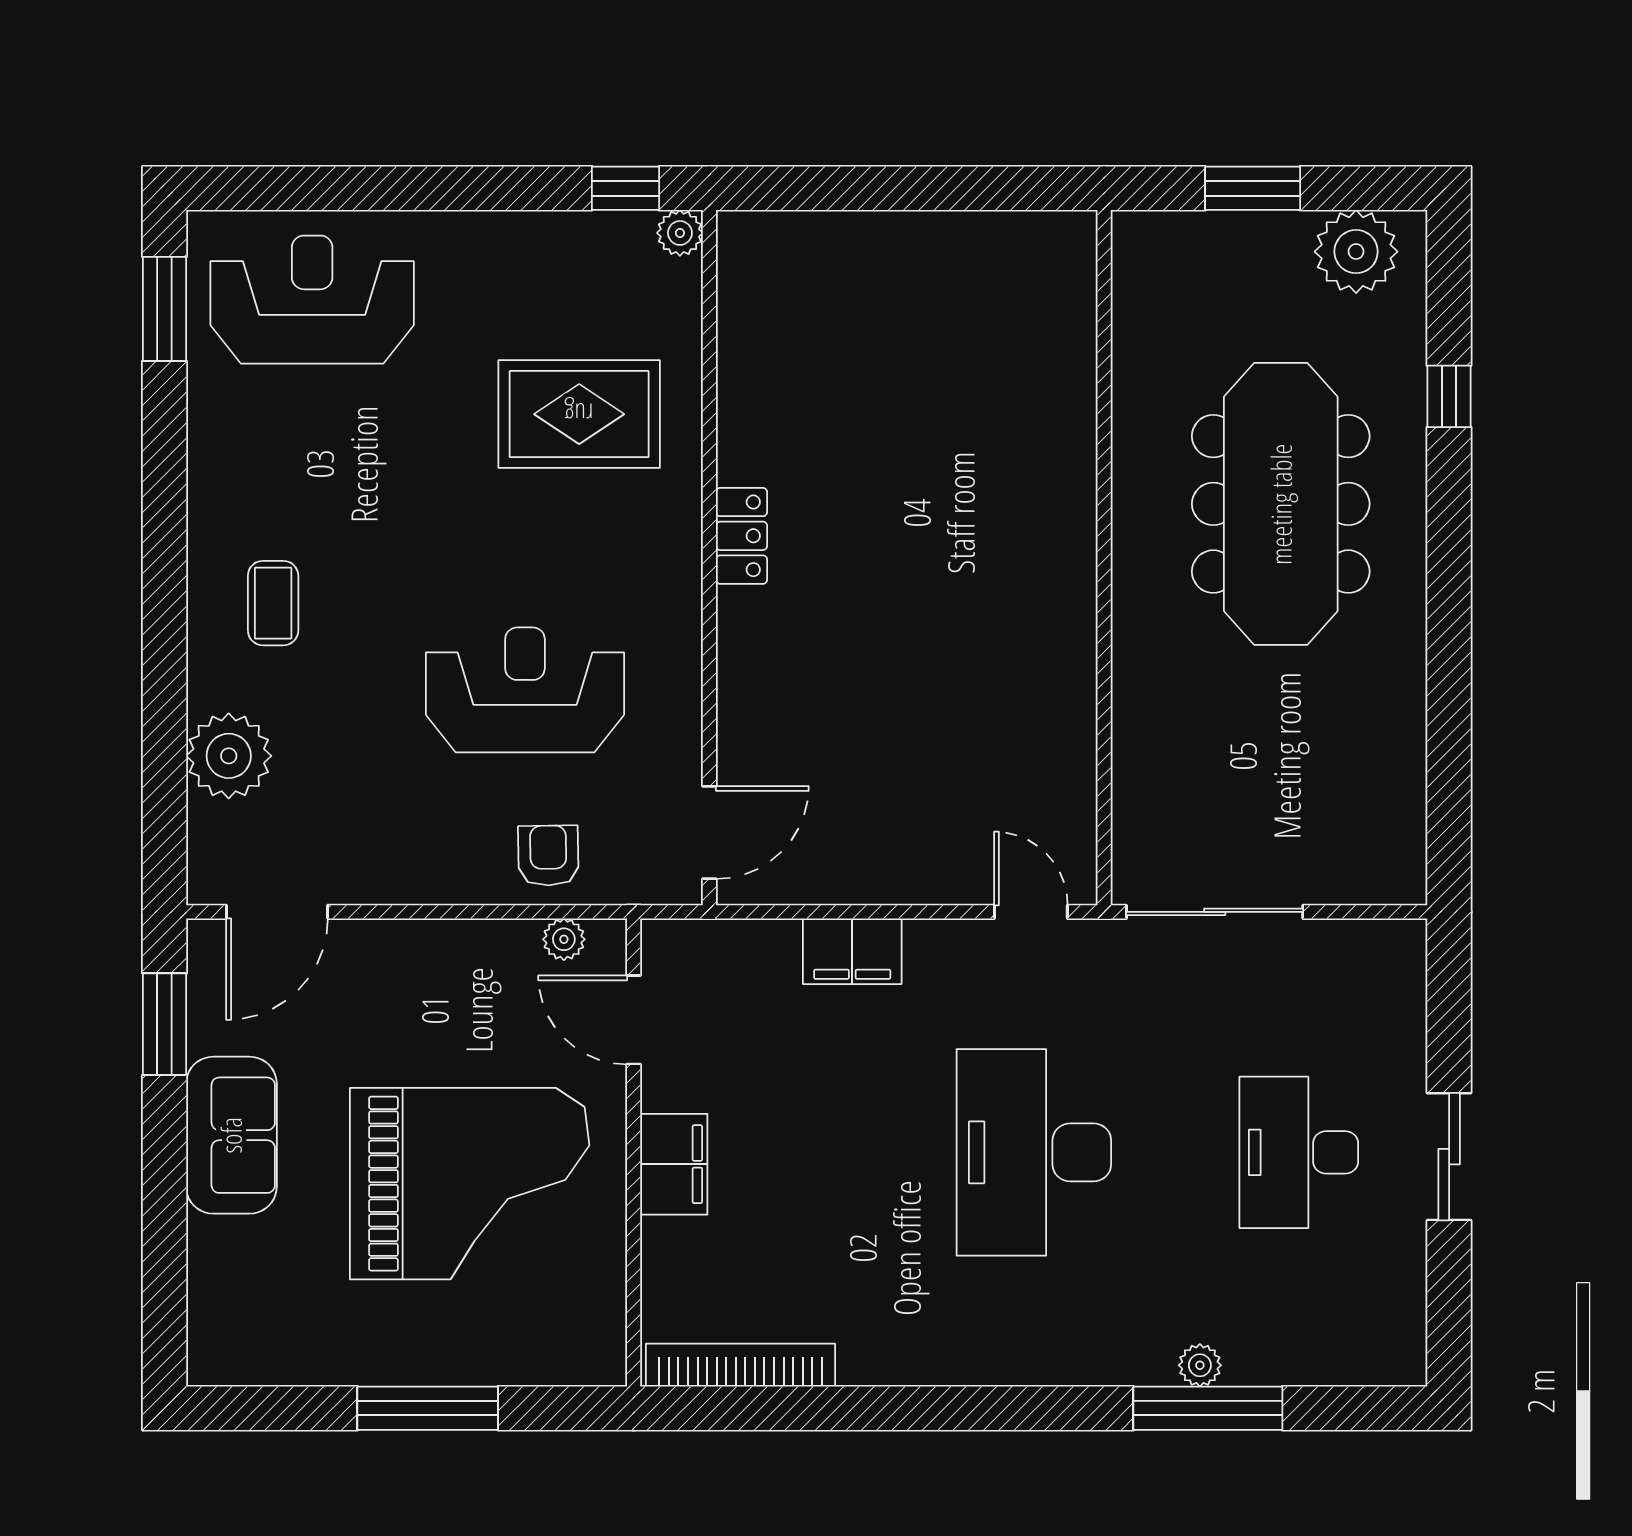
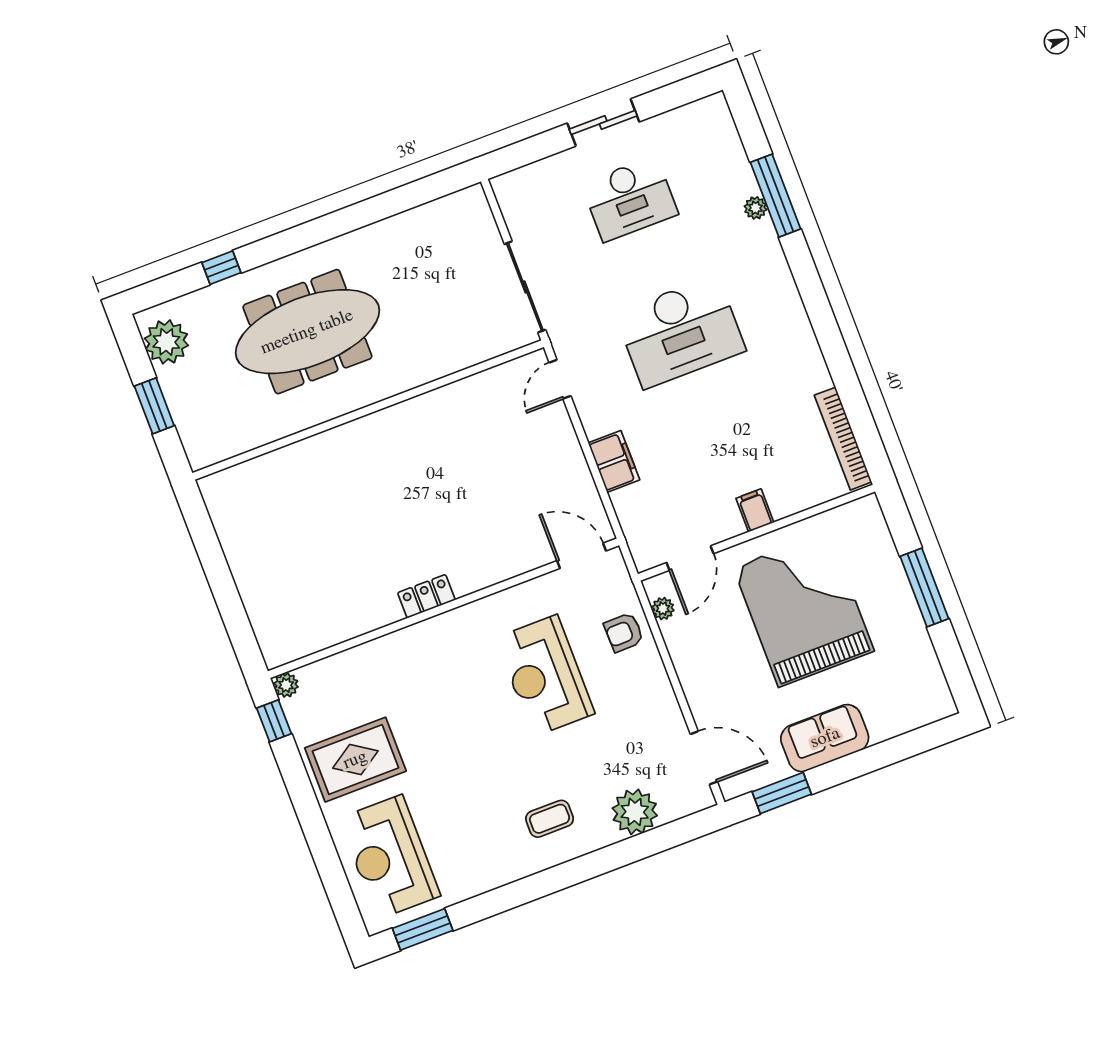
rug: (579, 414) -> (355, 760), moved, turned 90
filing cabinet: (674, 1164) -> (755, 510), width x0.50

